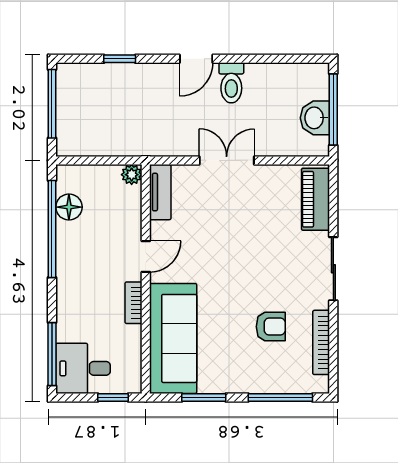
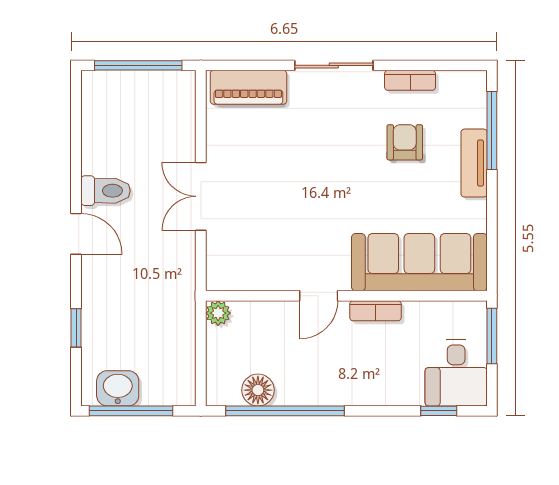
washbasin: (315, 118) -> (118, 388), moved, turned 180
tv unit: (160, 192) -> (474, 163), moved, turned -90
door: (146, 256) -> (319, 296), swing flipped
bookcase: (321, 342) -> (410, 80), width x0.64
window: (52, 354) -> (439, 411), width x0.46
window: (113, 397) -> (492, 336), width x1.50
window: (204, 397) -> (492, 224), removed

